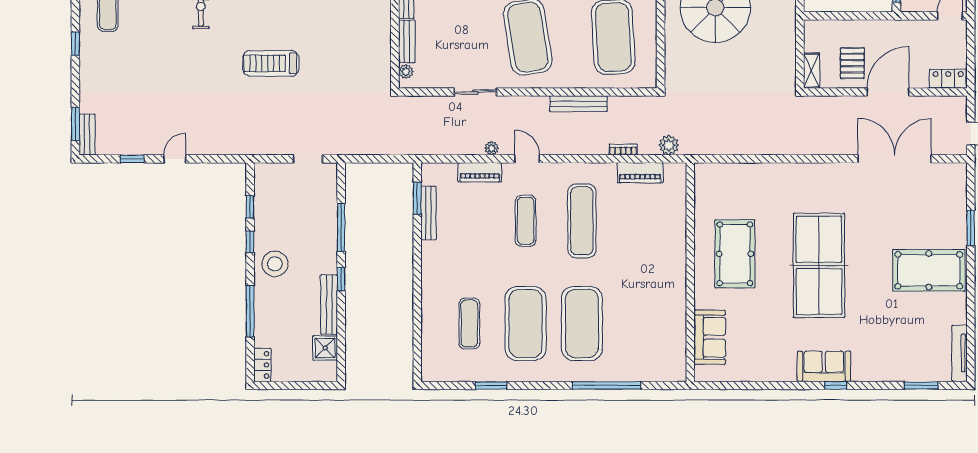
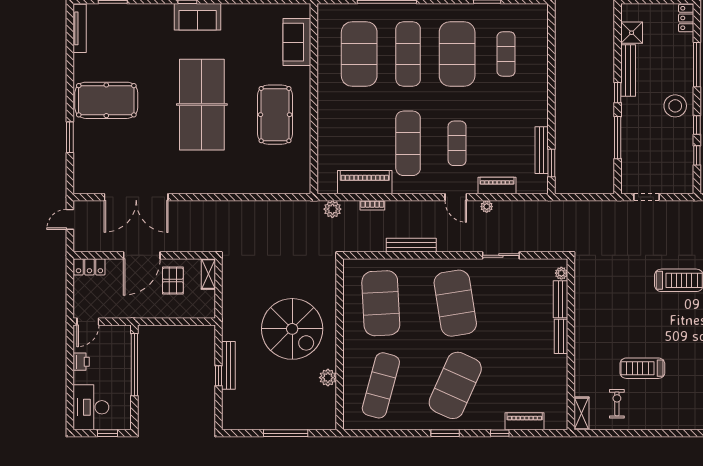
piano: (640, 173) -> (365, 182), width x1.37, depth x1.33
exercise mat: (582, 323) -> (408, 54), width x0.68
exercise mat: (638, 323) -> (359, 54), added

